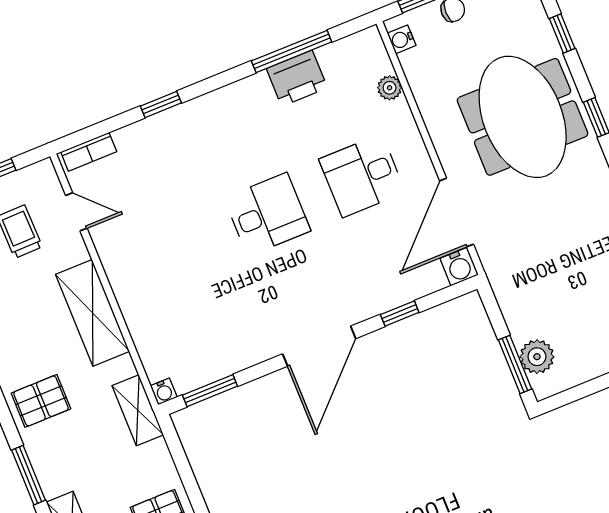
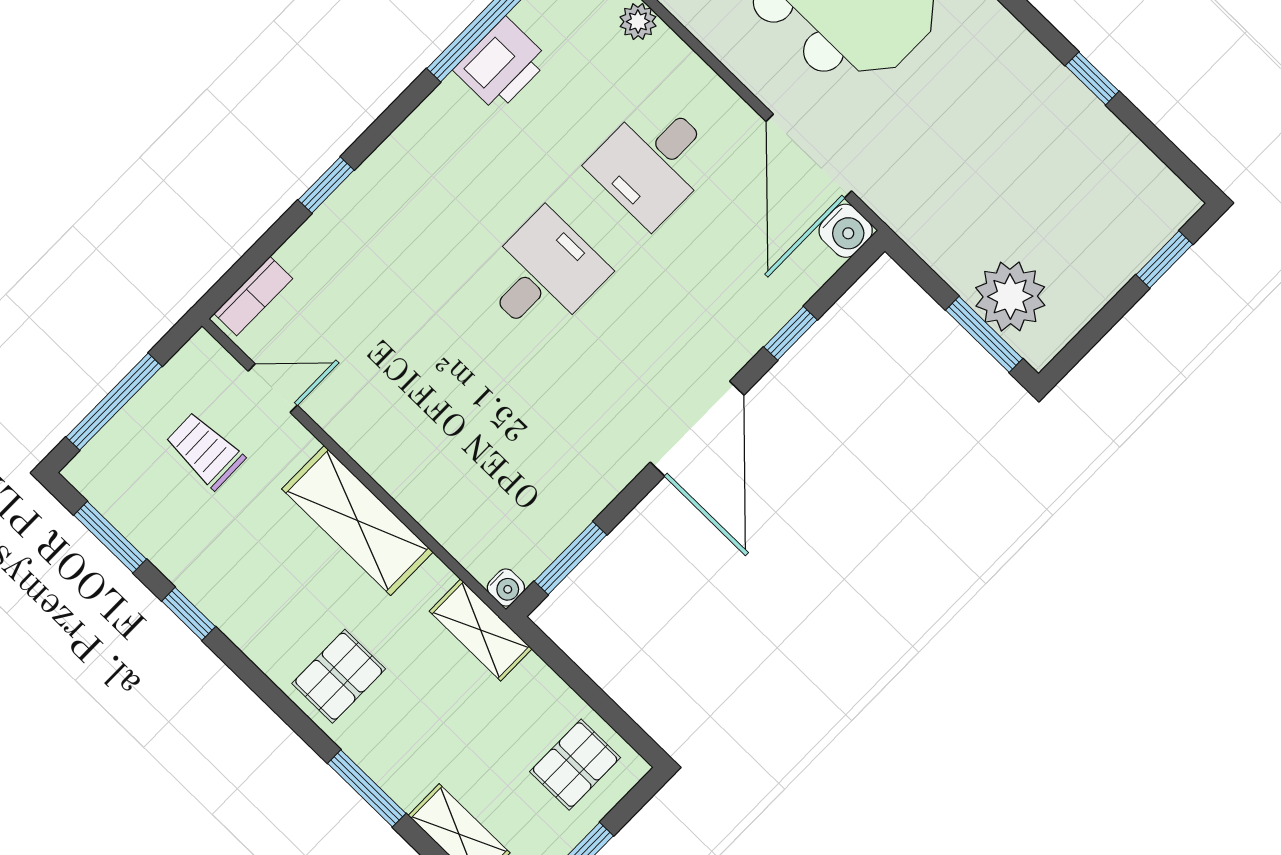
plant: (537, 357) -> (1010, 296), width x1.36, depth x1.36

